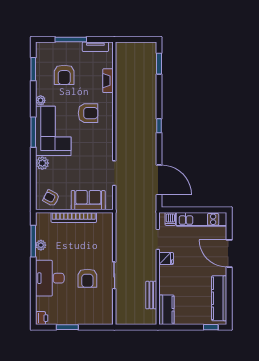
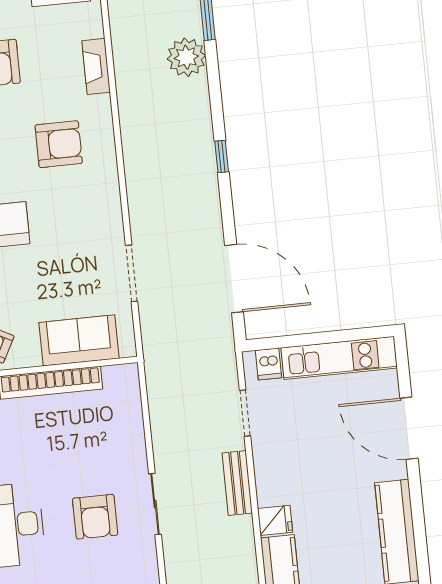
plant: (148, 81) -> (186, 57), added
fridge: (166, 259) -> (275, 520), moved
bench: (151, 295) -> (237, 483), moved

